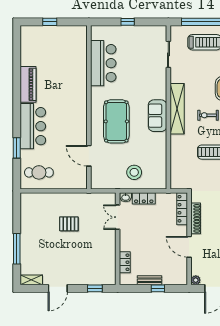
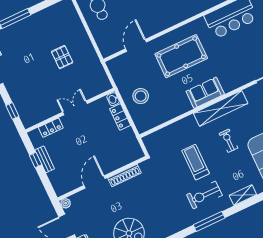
locker: (182, 209) -> (128, 158), removed
double door: (118, 217) -> (75, 108), moved
window: (158, 288) -> (36, 160), moved

